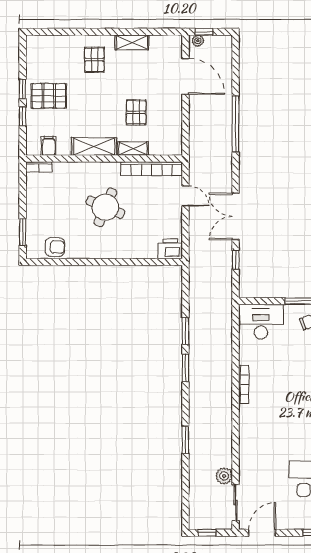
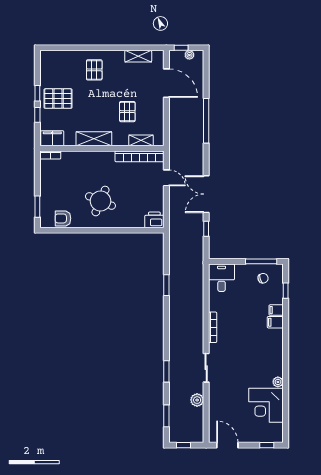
plant: (198, 41) -> (189, 55), moved
shelving: (132, 42) -> (138, 56), moved
filing cabinet: (49, 146) -> (52, 138), width x2.00
shelving: (133, 149) -> (141, 140), moved
round table: (105, 207) -> (100, 201), moved
armchair: (55, 247) -> (63, 218), turned 180
desk: (261, 322) -> (222, 278), width x0.73
window: (185, 368) -> (166, 416), moved
sliding door: (235, 503) -> (206, 368), moved
door: (262, 533) -> (227, 445), hinge flipped

